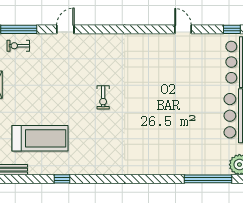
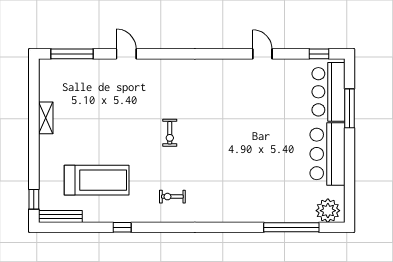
door: (65, 29) -> (126, 54), hinge flipped
exercise bike: (18, 46) -> (172, 197), moved

